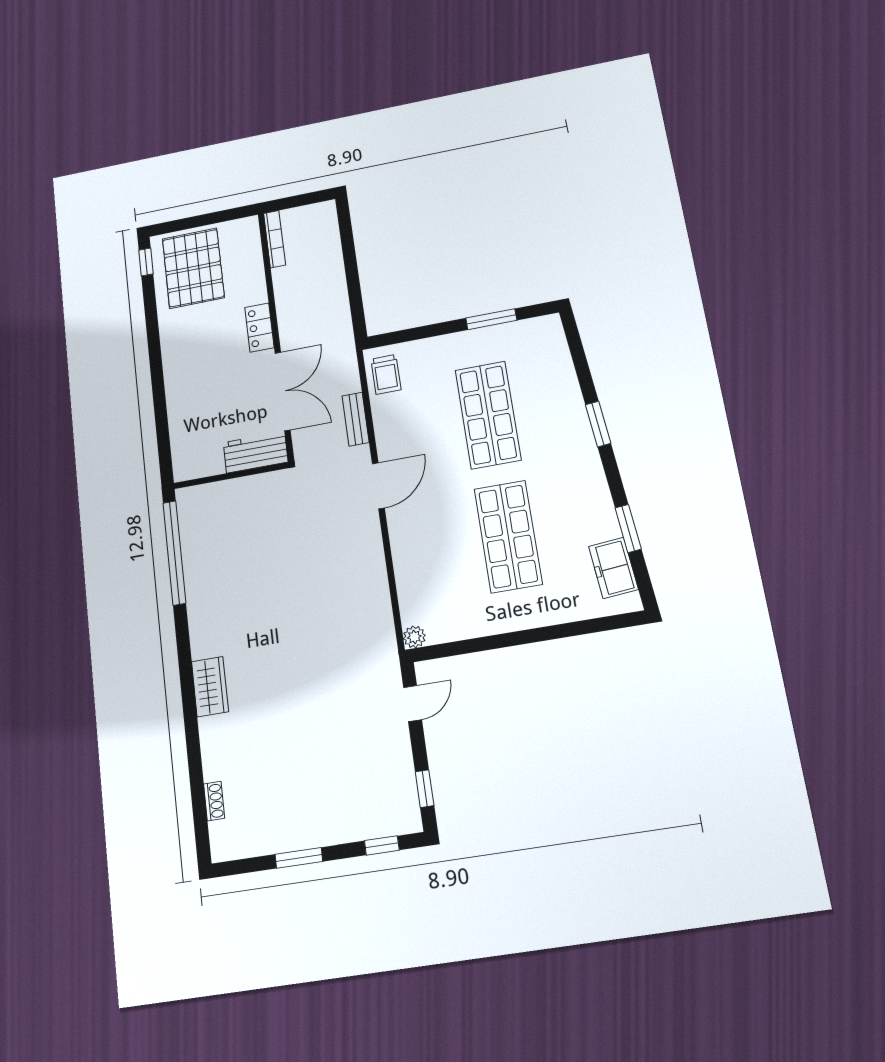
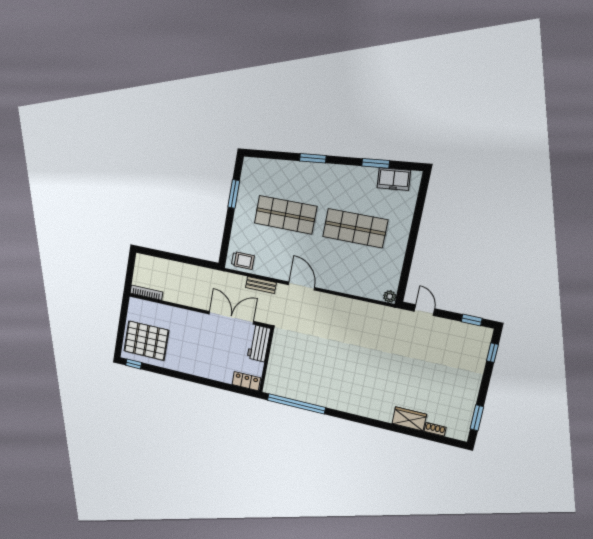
locker: (259, 327) -> (246, 381), moved, turned 180
wardrobe: (210, 687) -> (409, 419), moved
window: (299, 858) -> (477, 418), moved

